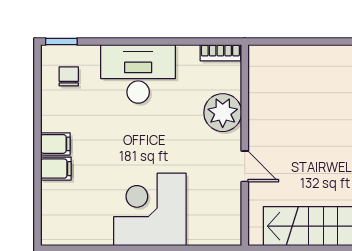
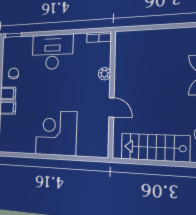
chair: (69, 76) -> (14, 73), moved
plant: (223, 113) -> (104, 74), width x0.53, depth x0.53

